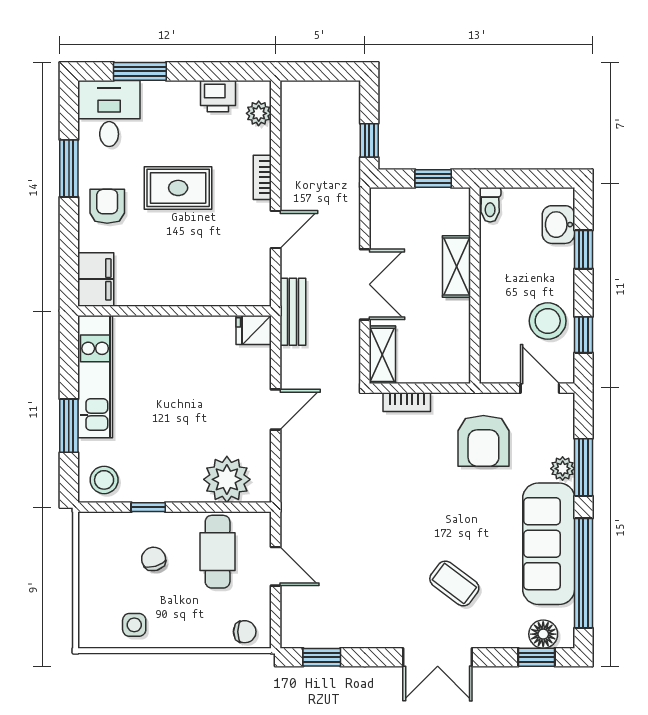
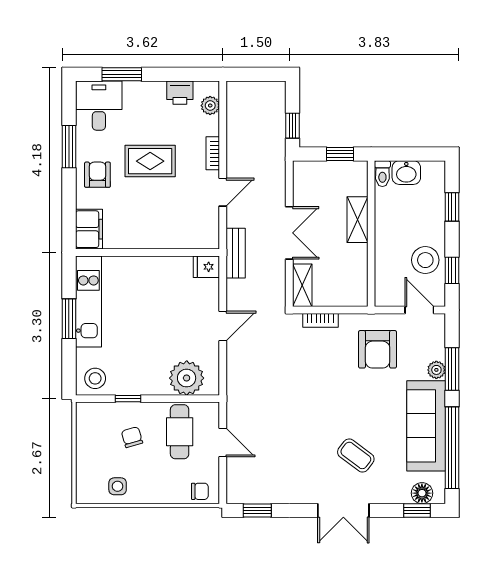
washbasin: (558, 225) -> (406, 173), moved, turned -90
window: (69, 426) -> (69, 319), moved

